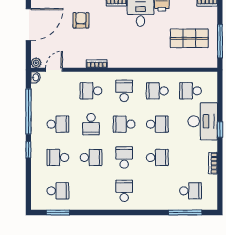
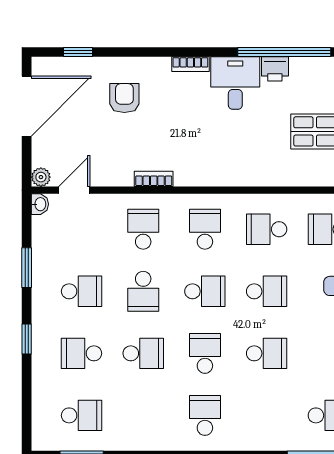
school desk: (91, 91) -> (143, 229), turned 90
window: (28, 111) -> (27, 268), width x0.47
school desk: (124, 124) -> (205, 291), turned 180

